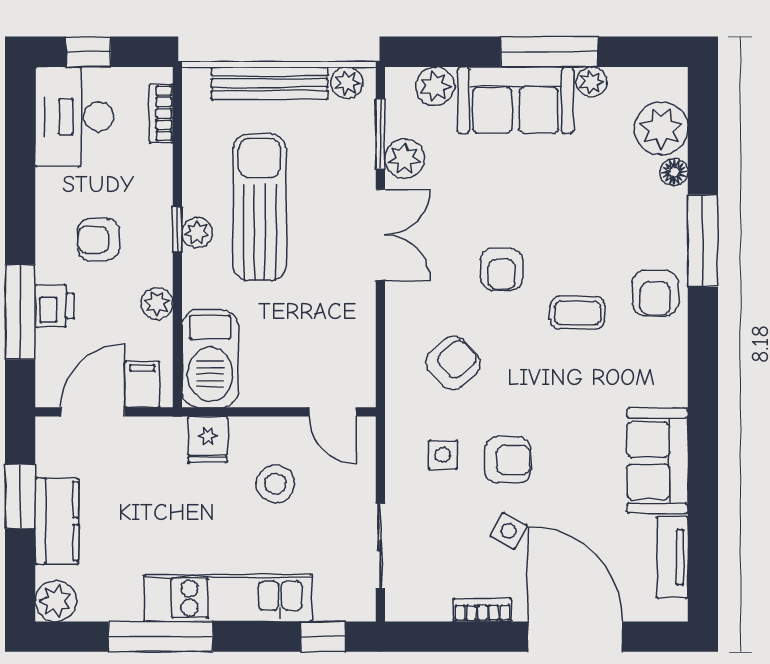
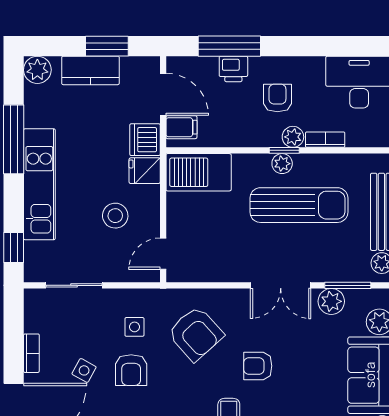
bookcase: (161, 113) -> (325, 140), moved
plant: (157, 304) -> (293, 137), moved
armchair: (453, 363) -> (196, 334), width x1.38, depth x1.38
dishwasher: (161, 439) -> (145, 140), added

